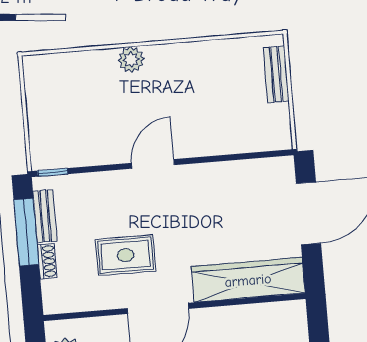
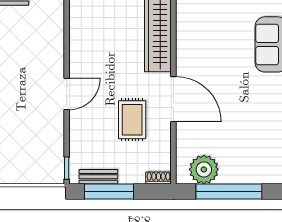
door: (153, 164) -> (67, 94), swing flipped
shoe rack: (47, 261) -> (158, 178), moved

